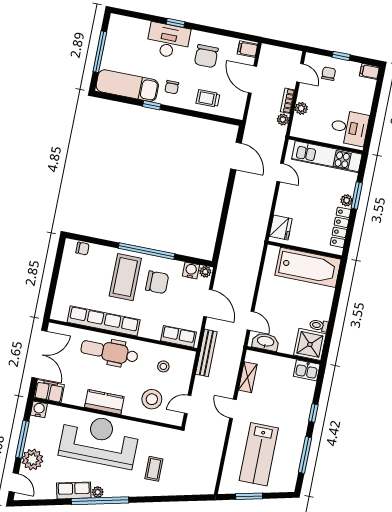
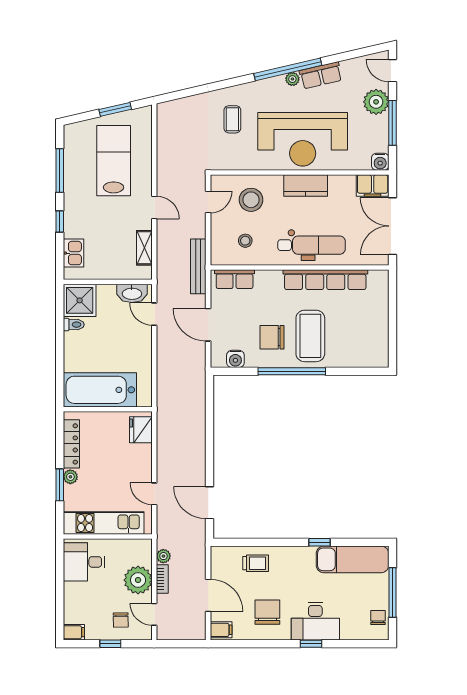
chair: (172, 87) -> (378, 617), moved
plant: (301, 108) -> (138, 580), width x1.88, depth x1.88
chair: (82, 249) -> (367, 359), removed
plant: (205, 272) -> (218, 361), removed
kitchen sink: (307, 370) -> (73, 253), moved, turned 90

